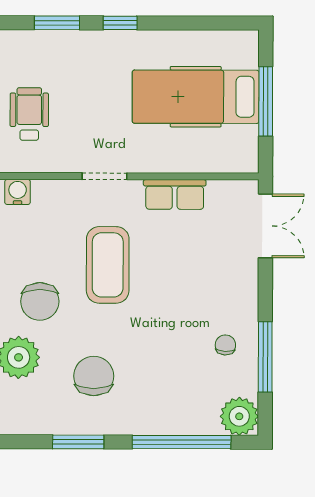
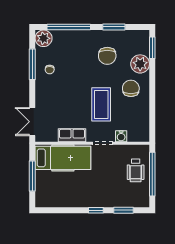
hospital bed: (196, 97) -> (63, 158), moved
water cooler: (18, 192) -> (121, 136), moved

